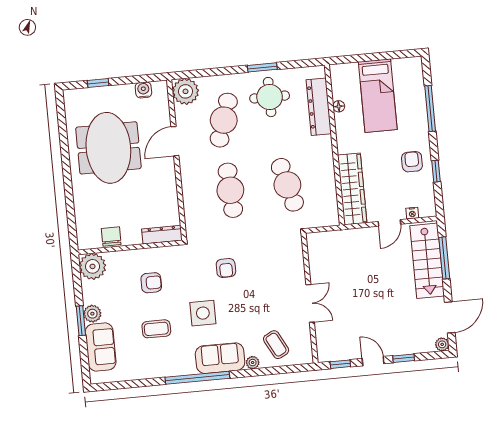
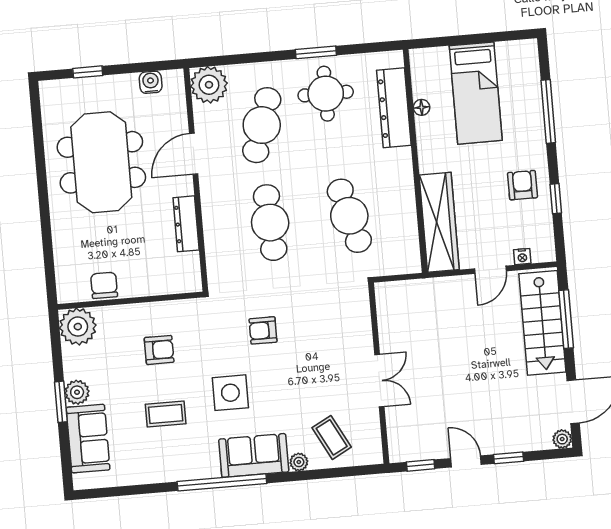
dresser: (162, 235) -> (186, 224), moved, turned -90
armchair: (226, 268) -> (263, 330), turned 90

